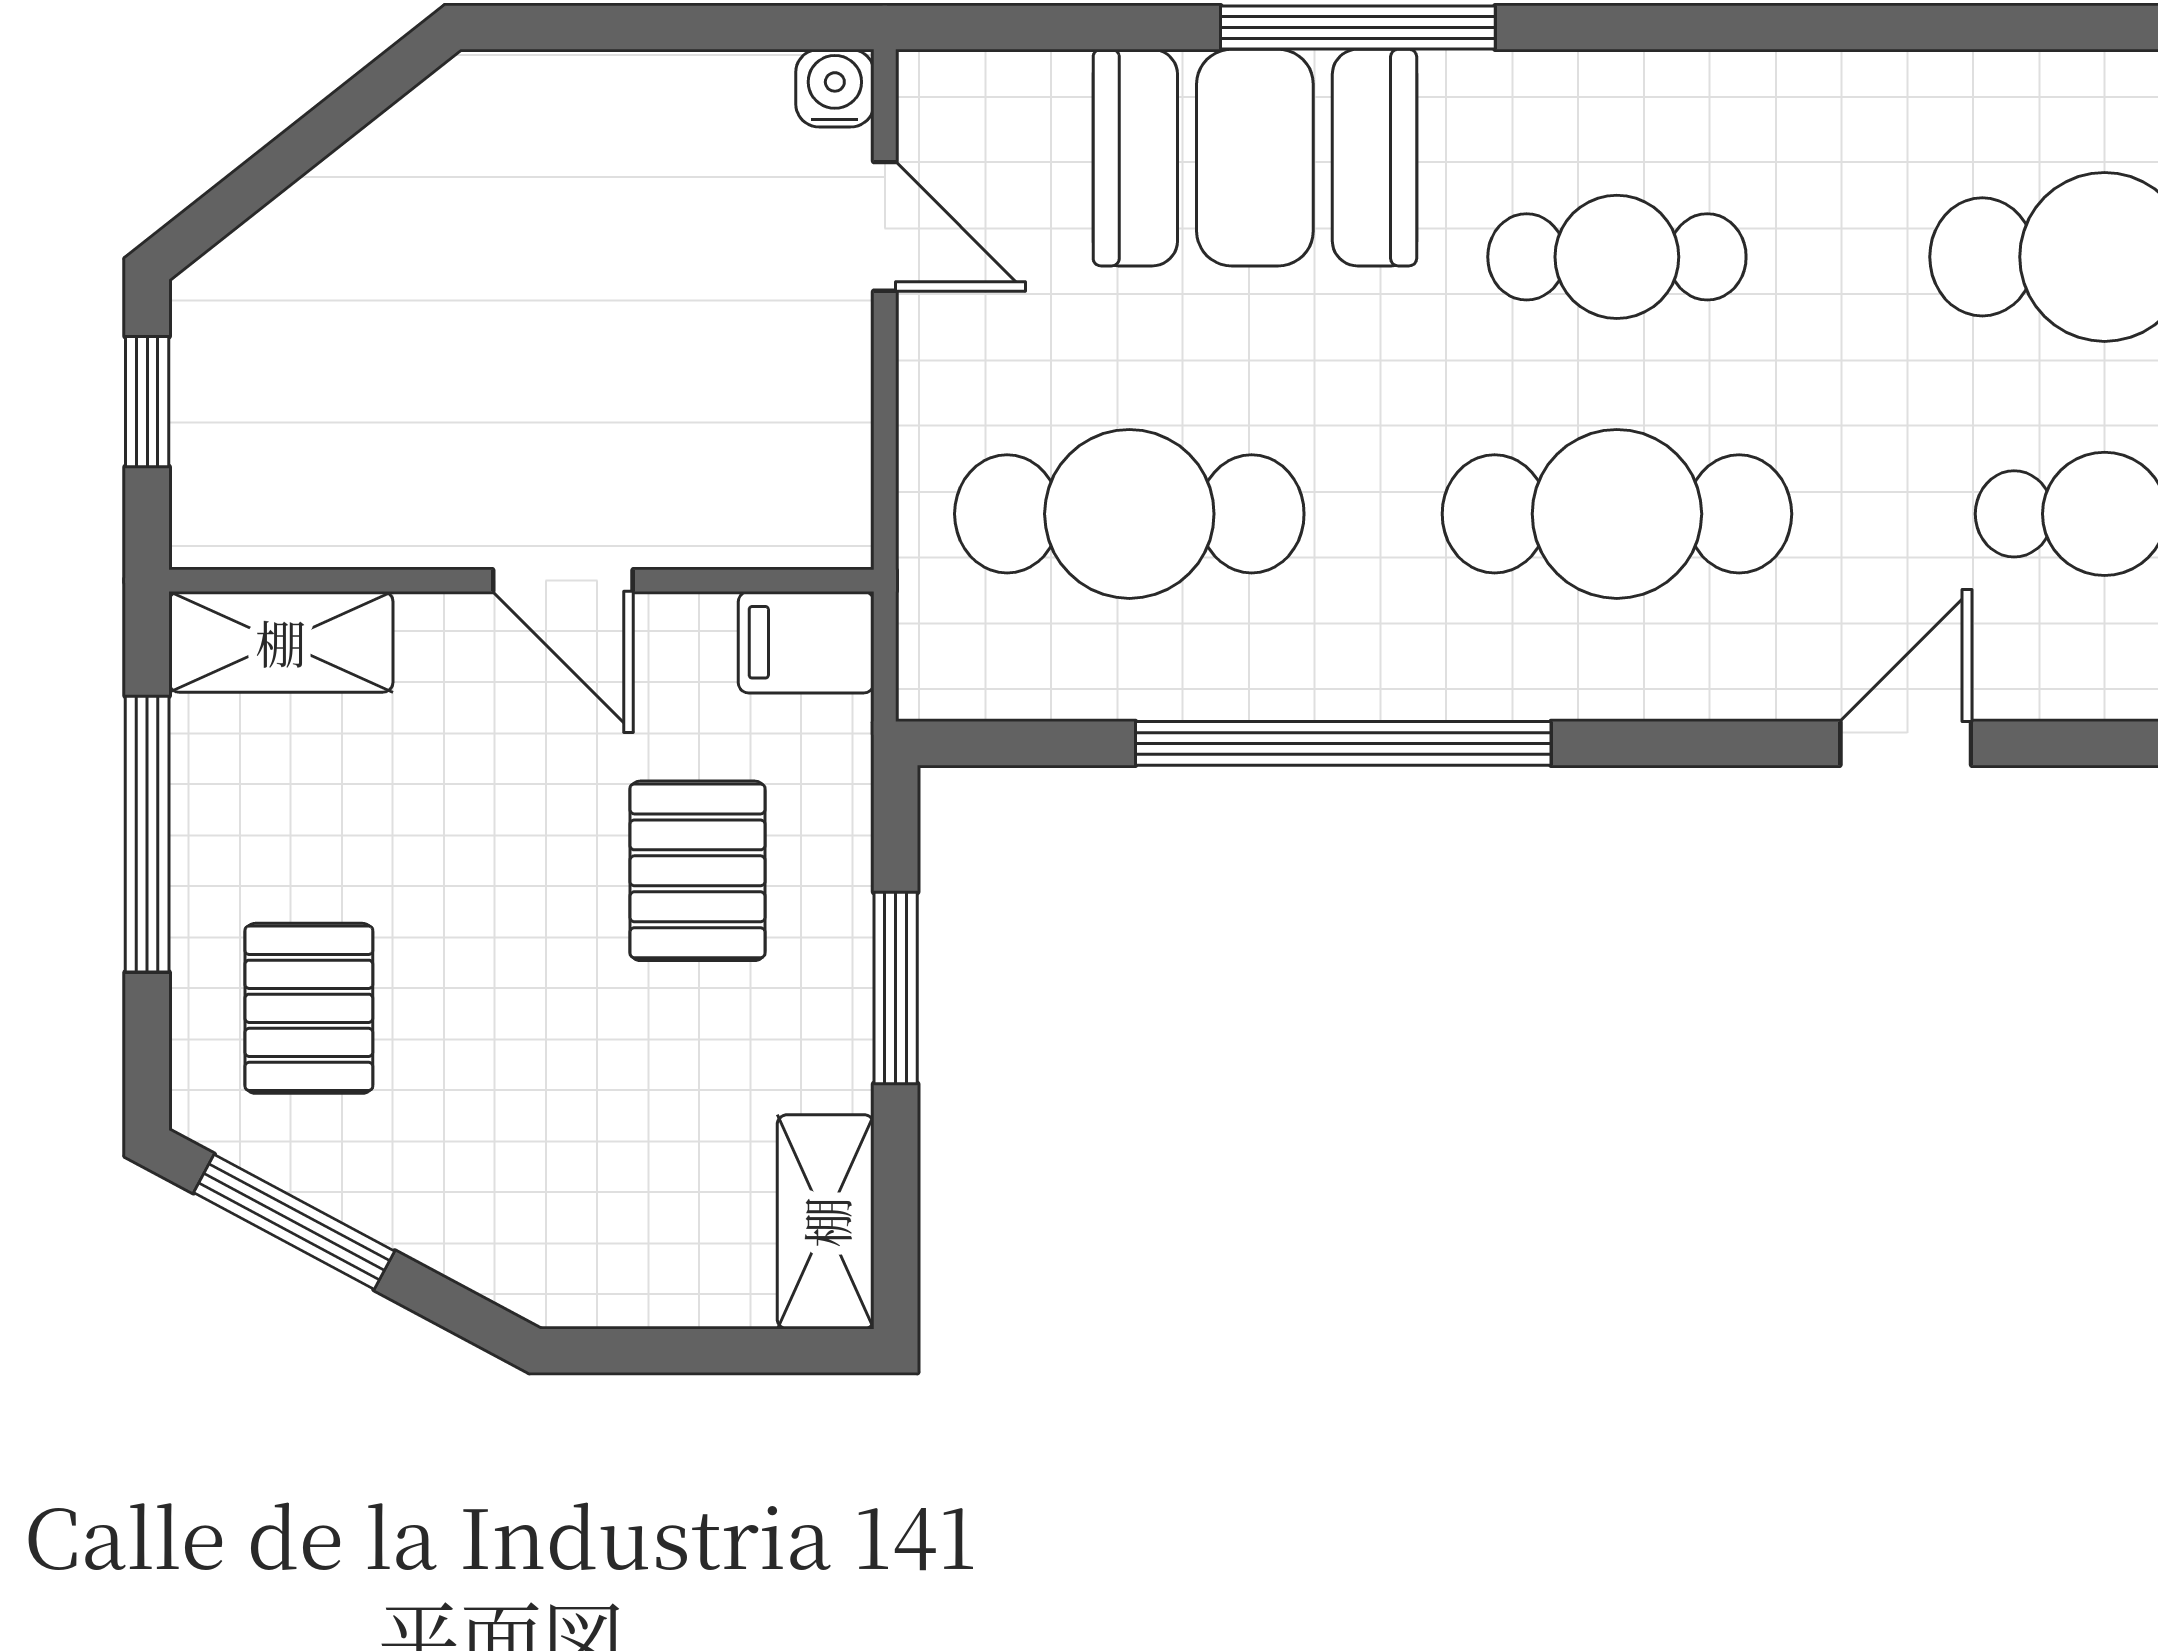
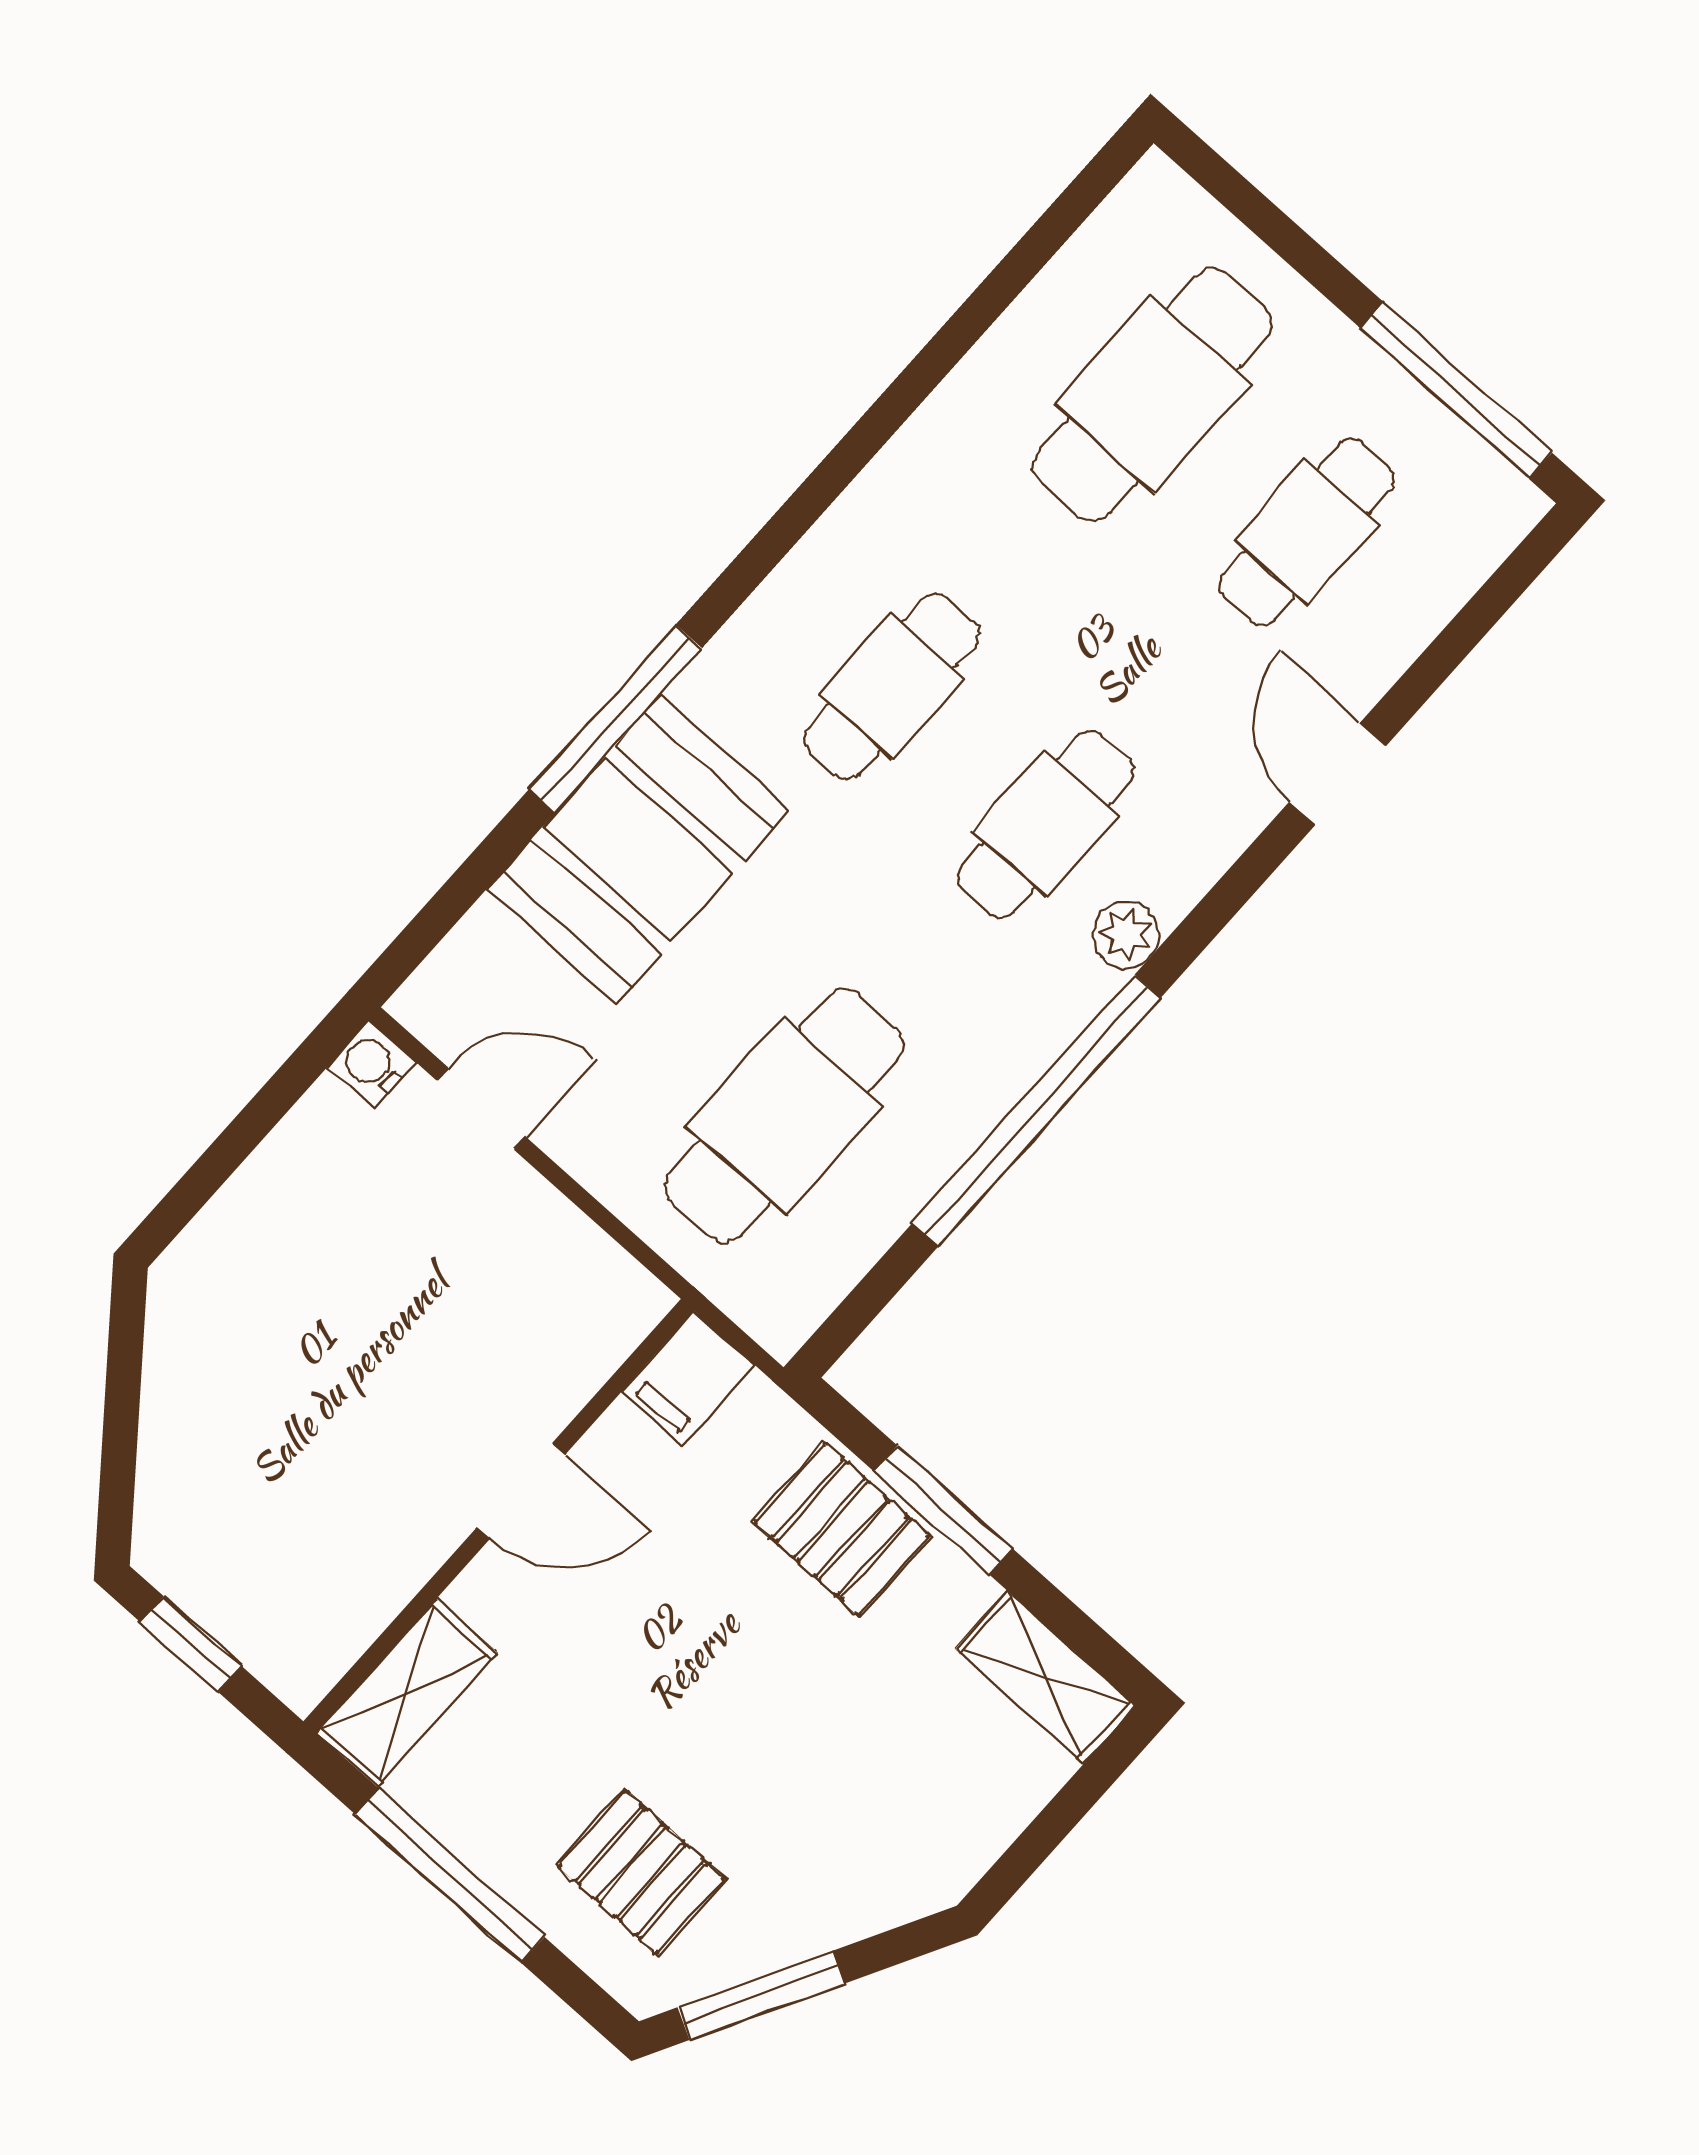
cafe table: (1617, 514) -> (1045, 824), width x0.73, depth x0.74
plant: (1581, 680) -> (1126, 935), added
pallet: (697, 871) -> (842, 1529), moved

